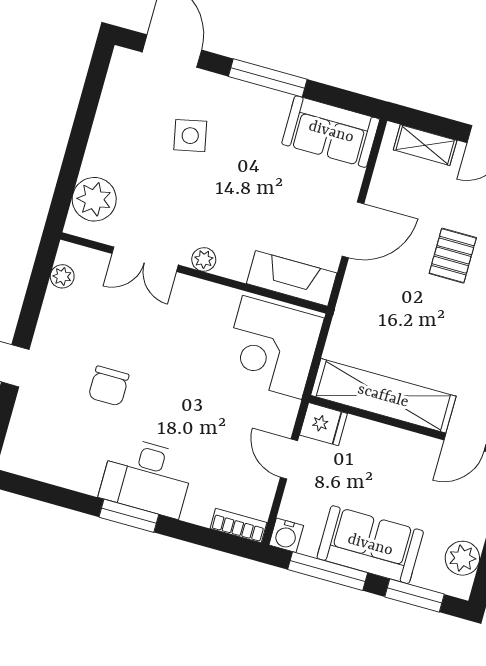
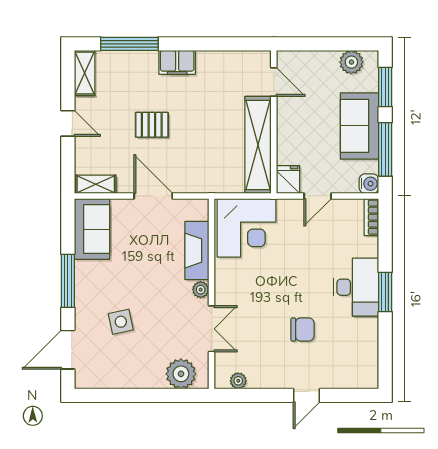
shelving: (425, 145) -> (96, 184), moved, turned 90
fireplace: (292, 278) -> (197, 251), moved

